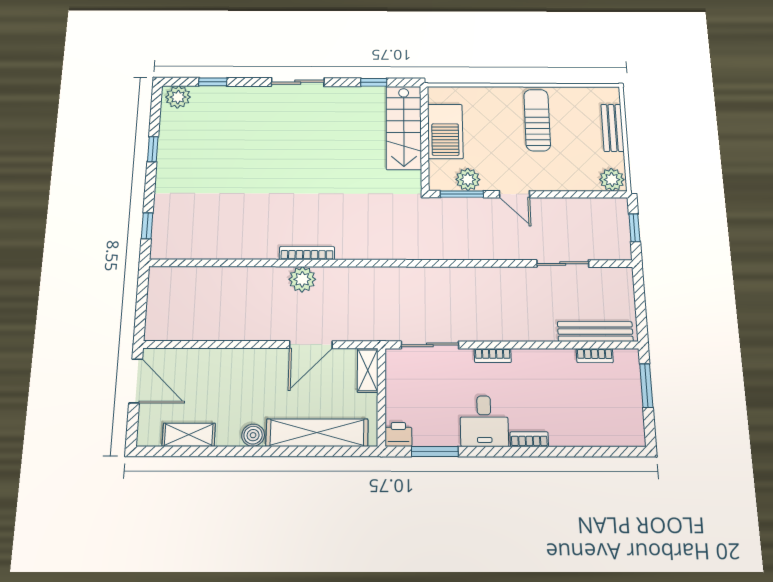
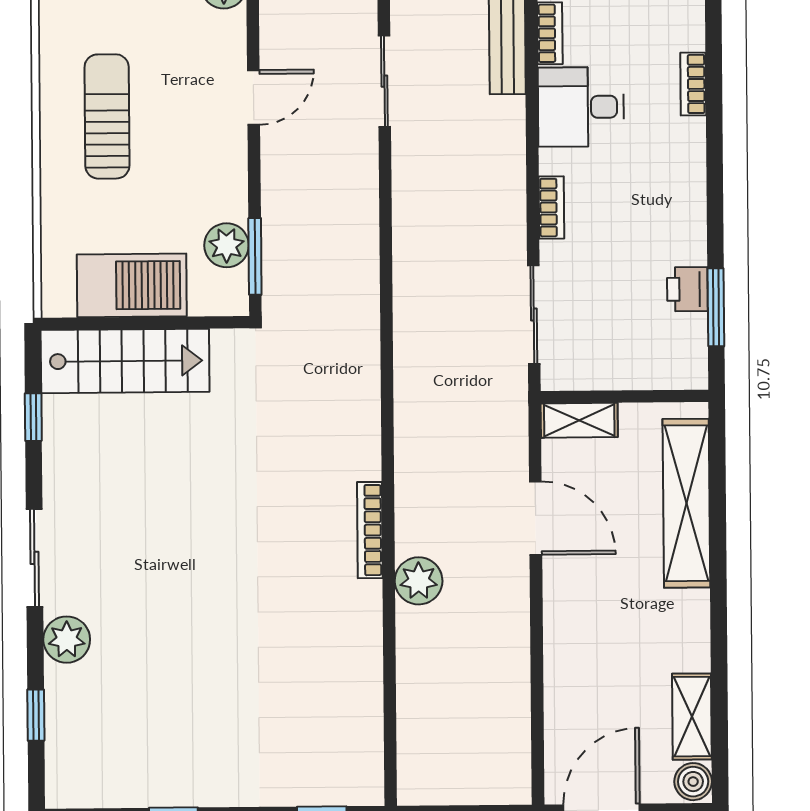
plant: (178, 97) -> (67, 640), moved
sun lounger: (537, 120) -> (107, 116), turned 90
door: (514, 194) -> (254, 97), moved
plant: (302, 279) -> (419, 581), moved
desk: (484, 421) -> (581, 107), moved, turned 180
printer: (398, 434) -> (687, 289), moved
boiler: (253, 435) -> (693, 782), moved
bookcase: (529, 439) -> (693, 84), moved

